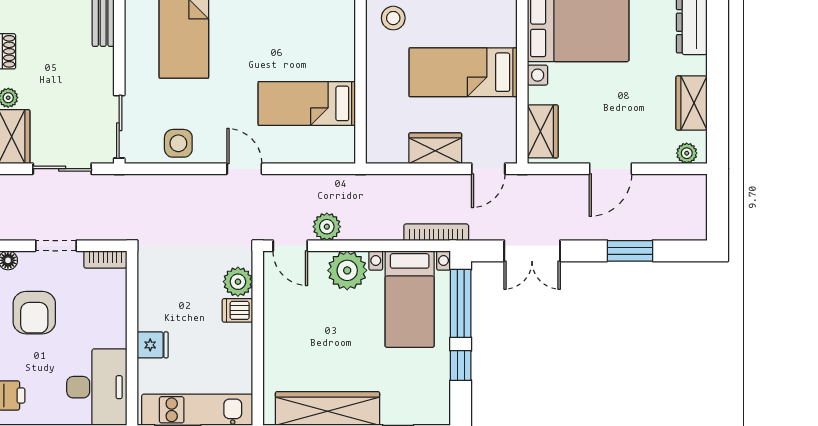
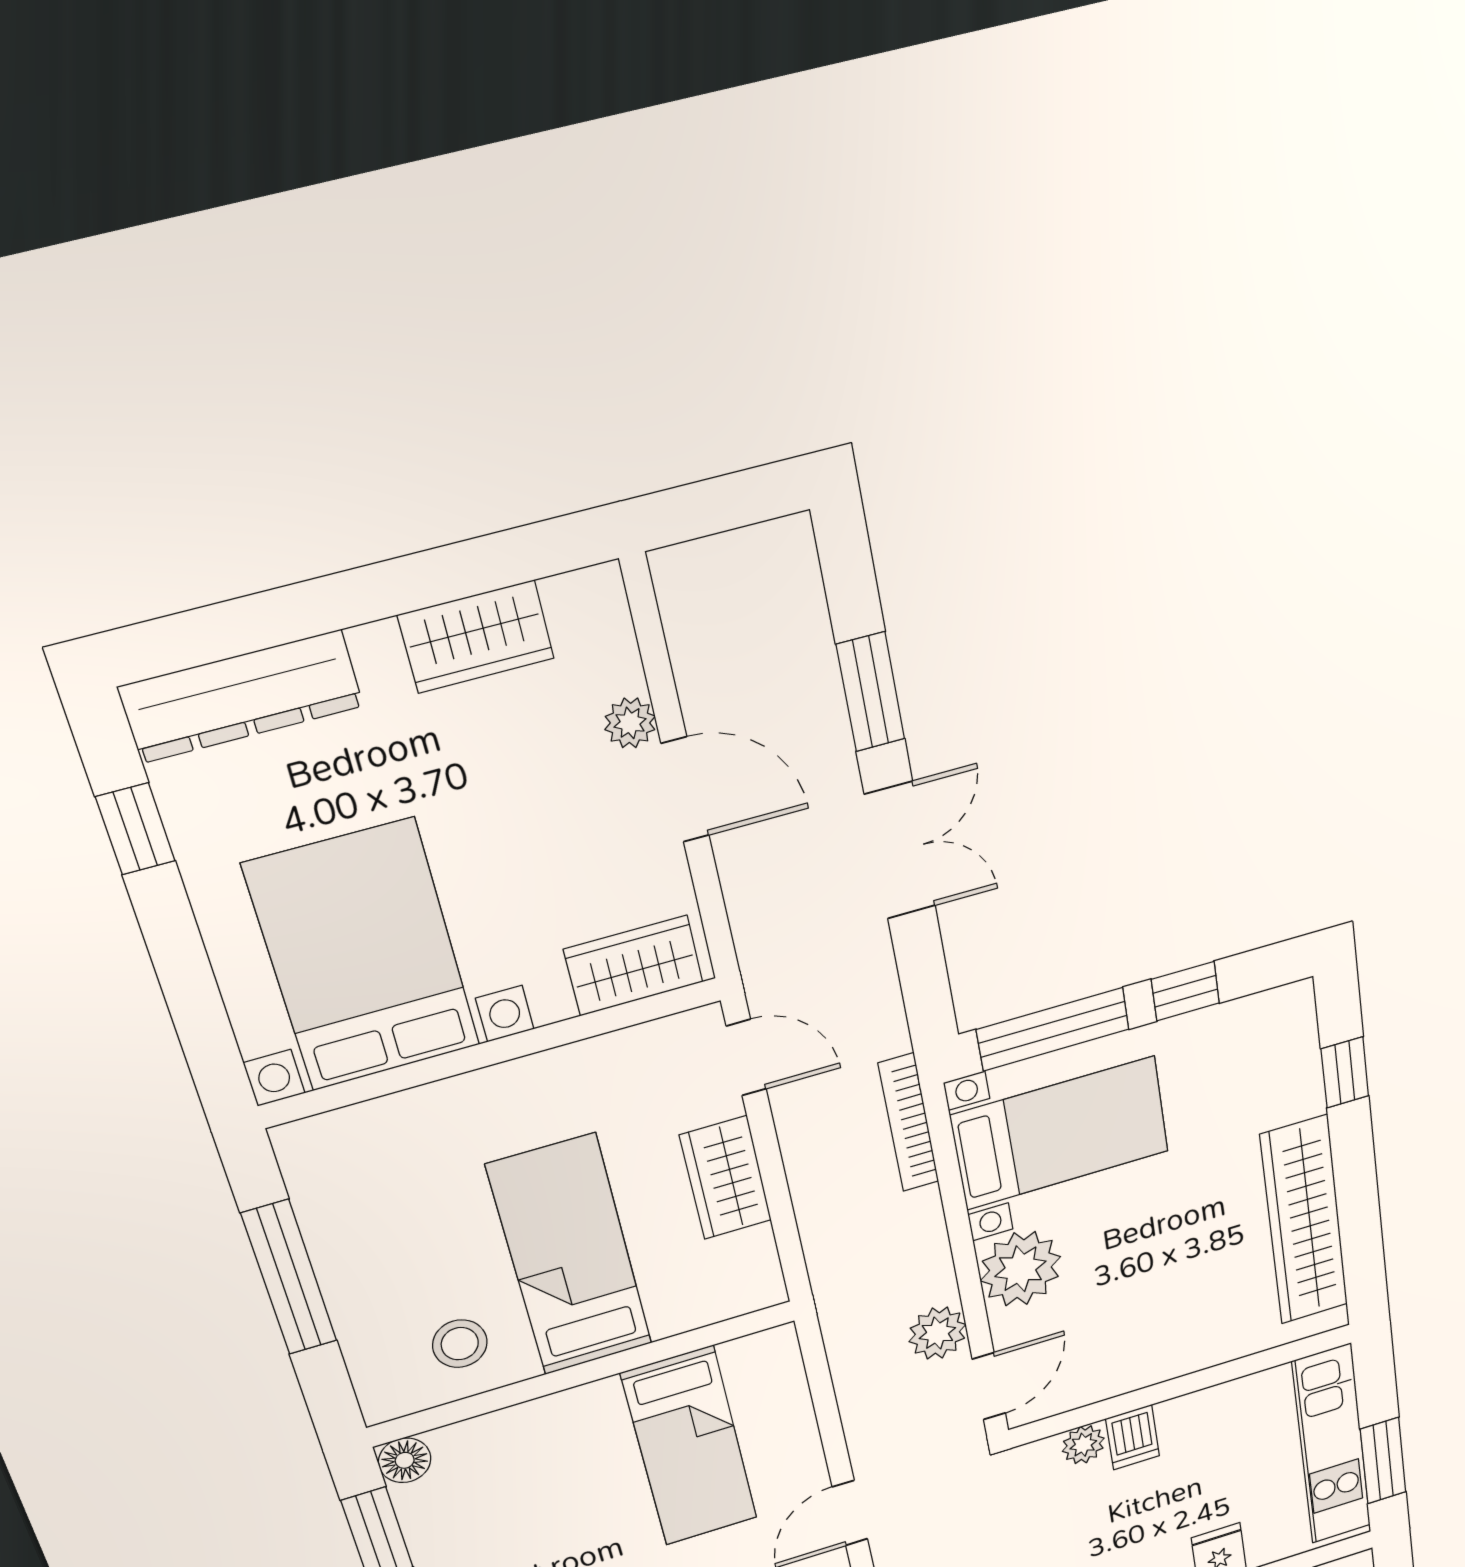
bed: (463, 72) -> (570, 1256), moved, turned 180
plant: (687, 153) -> (630, 723), moved
double door: (532, 251) -> (900, 850), moved
plant: (238, 282) -> (1083, 1445), width x0.73, depth x0.73

